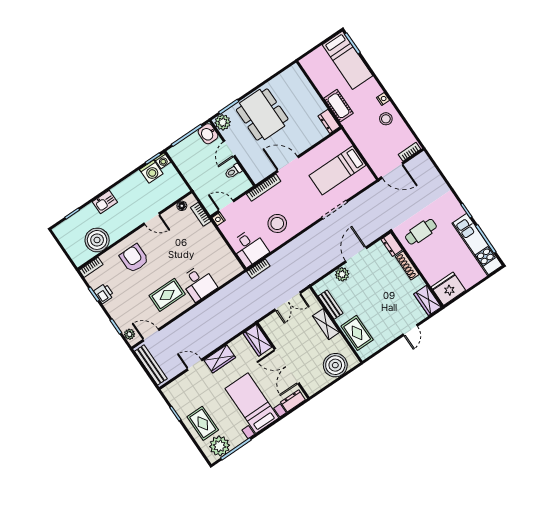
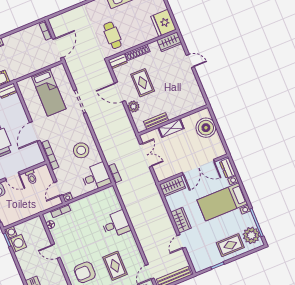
stool: (386, 119) -> (15, 44), removed
door: (152, 219) -> (56, 251), swing flipped
rug: (167, 295) -> (115, 266), moved
rug: (357, 333) -> (143, 83), moved, turned 90

